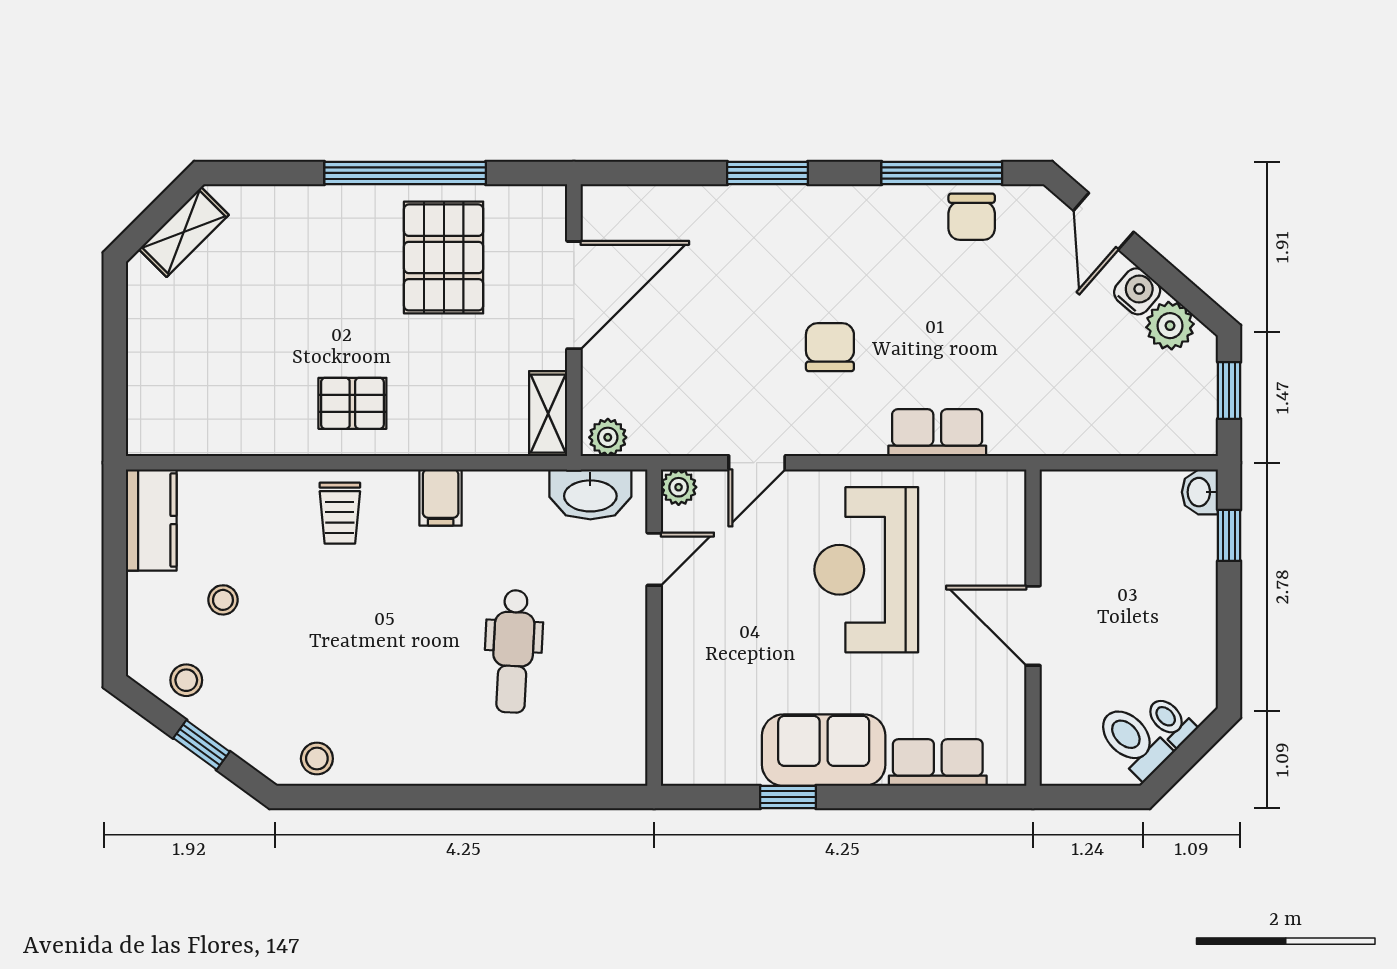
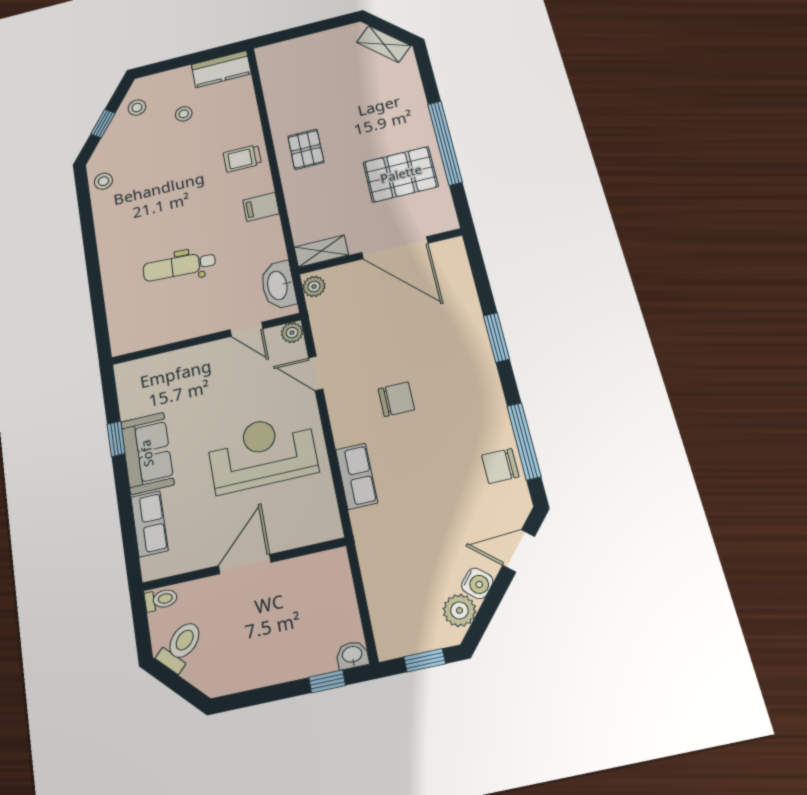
toilet: (1171, 721) -> (161, 599), moved, turned 45

